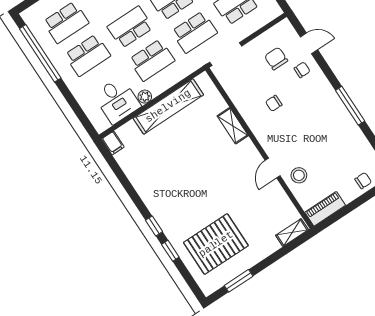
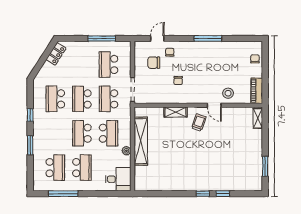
school desk: (194, 32) -> (109, 99), turned 180
window: (40, 53) -> (63, 194), width x0.68
desk: (117, 100) -> (118, 179), moved
filing cabinet: (113, 143) -> (141, 186), removed
trolley: (239, 163) -> (199, 123), added
pallet: (216, 244) -> (236, 165), removed

